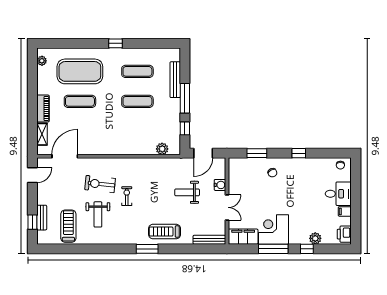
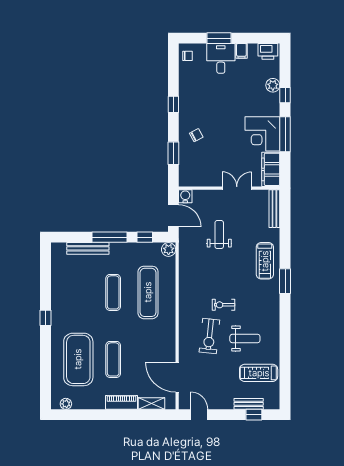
exercise mat: (137, 71) -> (148, 292), moved, width x1.36, depth x1.45
plant: (162, 149) -> (169, 249), moved
water cooler: (220, 185) -> (185, 196), moved
weight bench: (187, 192) -> (219, 235), turned 180
window: (356, 192) -> (219, 38), added

